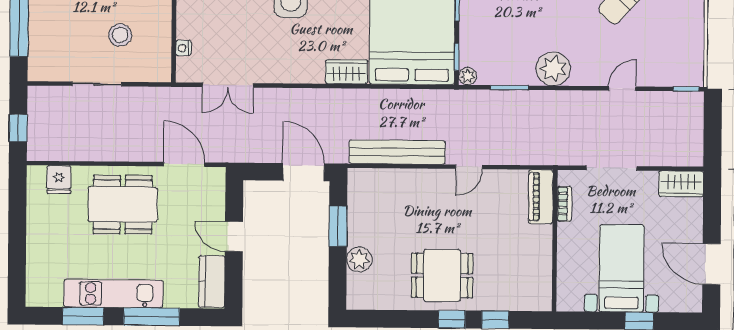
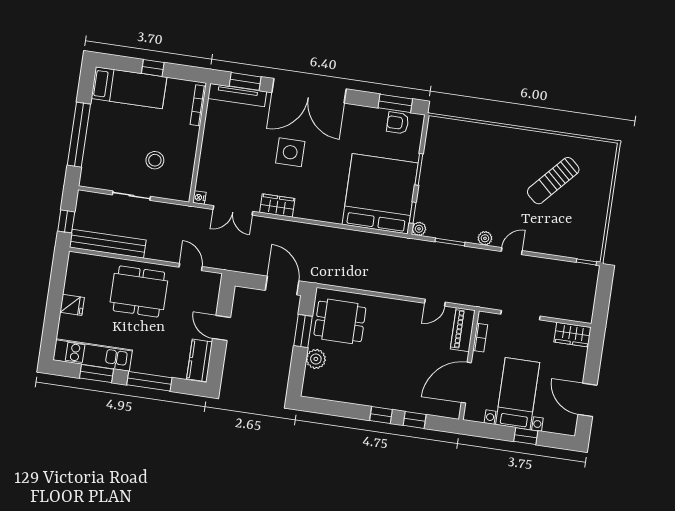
nightstand: (183, 48) -> (199, 197), moved
plant: (553, 69) -> (485, 238), width x0.53, depth x0.53
wardrobe: (346, 72) -> (277, 205), moved
door: (622, 89) -> (512, 251), moved
bench: (397, 152) -> (108, 244), moved
door: (184, 164) -> (191, 267), width x0.73
door: (469, 167) -> (435, 303), moved
fridge: (59, 180) -> (72, 305), moved, turned -90
door: (554, 263) -> (466, 383), added
dining table: (442, 275) -> (340, 321), moved
kitchen unit: (113, 294) -> (93, 355), moved

